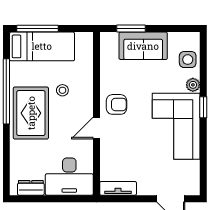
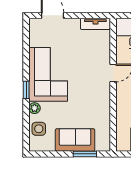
armchair: (116, 104) -> (97, 92), removed

